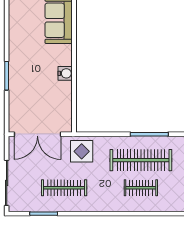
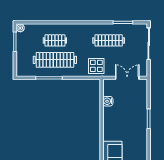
water cooler: (65, 73) -> (108, 101), moved
double door: (37, 134) -> (127, 78), width x0.73

